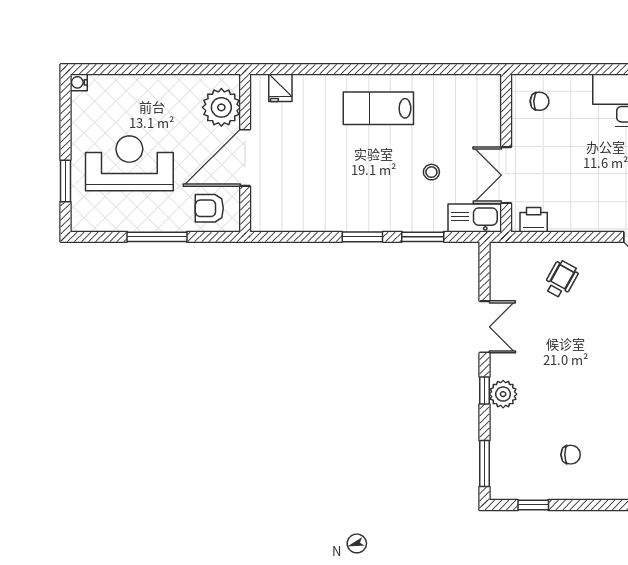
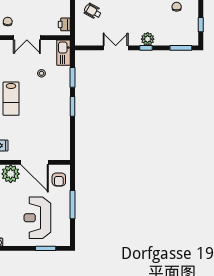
double door: (506, 175) -> (27, 38), moved

